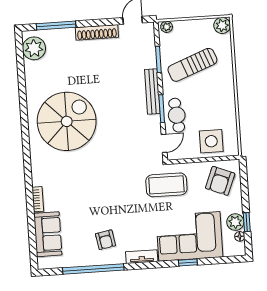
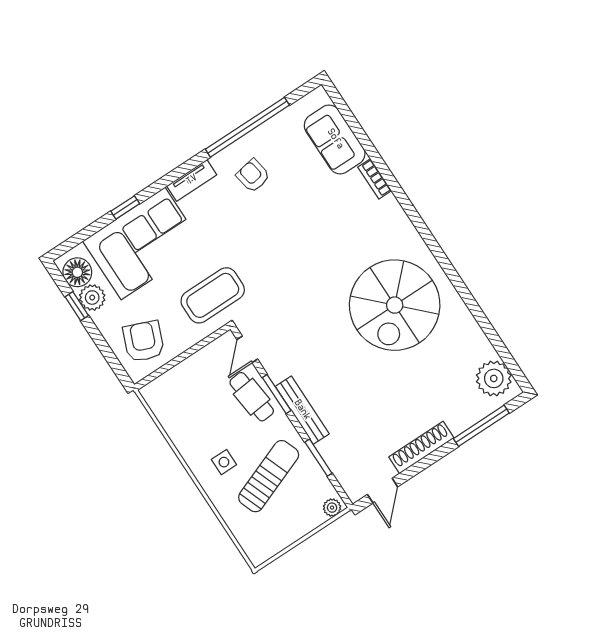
plant: (222, 25) -> (259, 551), removed
side table: (211, 141) -> (224, 462), moved, width x0.54, depth x0.54
floor lamp: (240, 236) -> (77, 272), width x1.89, depth x1.89

